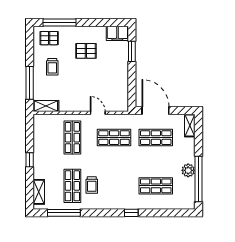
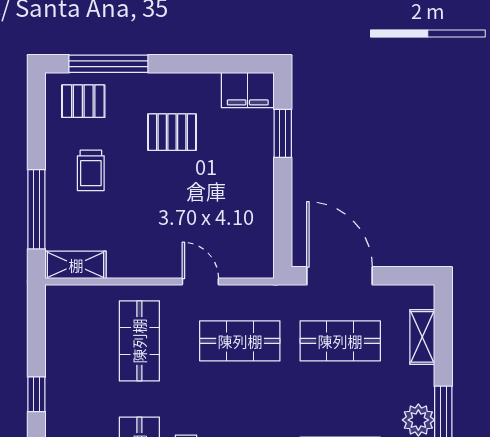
shelving: (190, 125) -> (422, 337), moved

